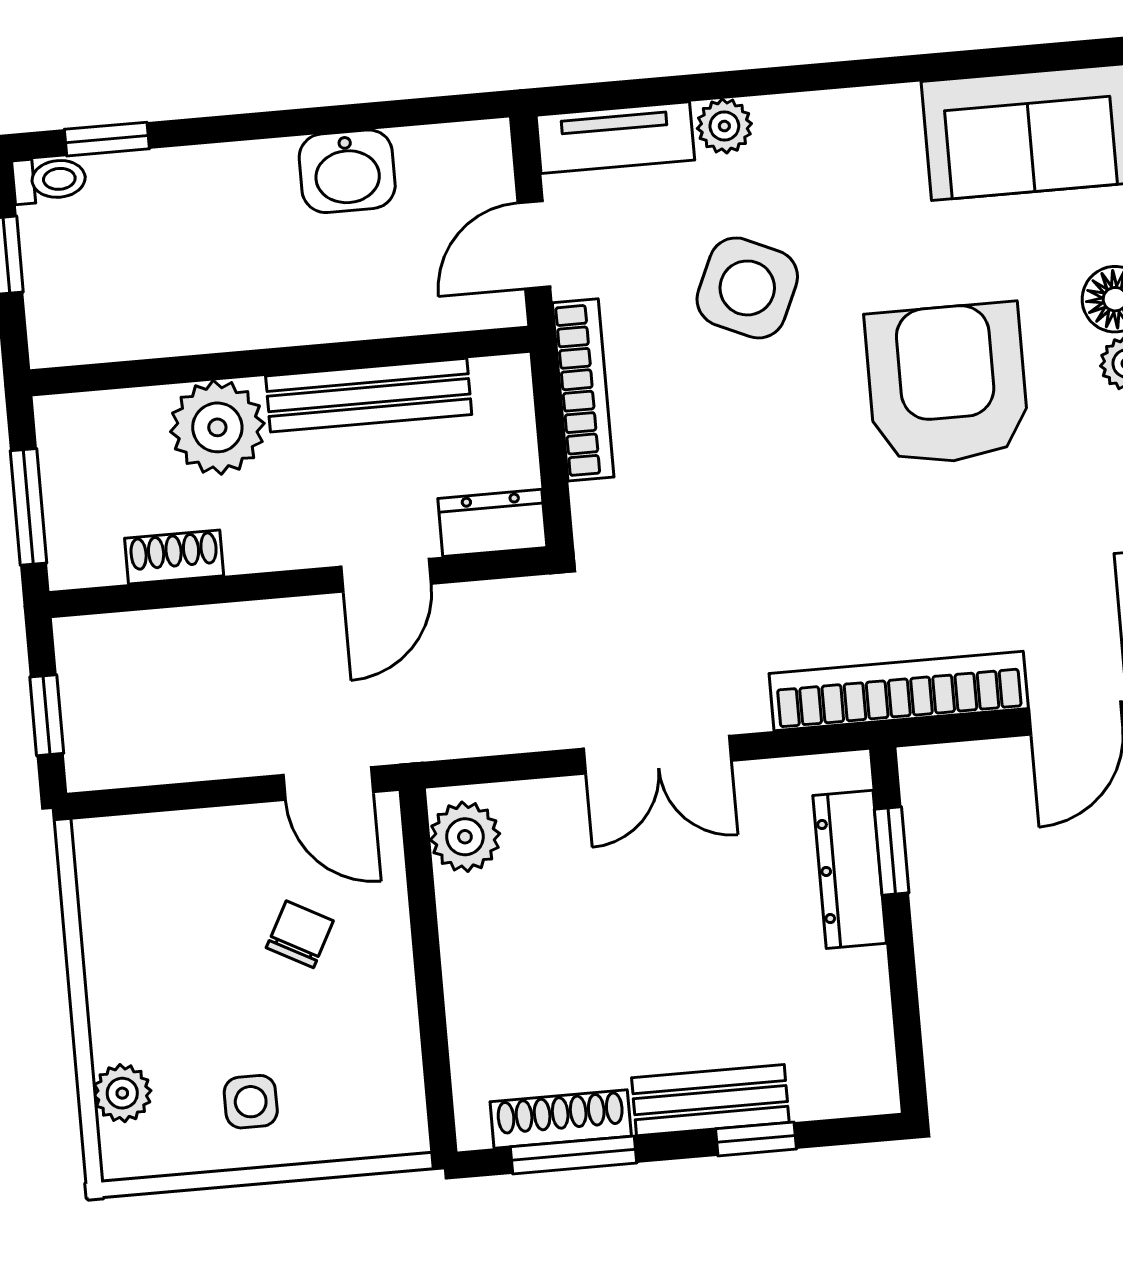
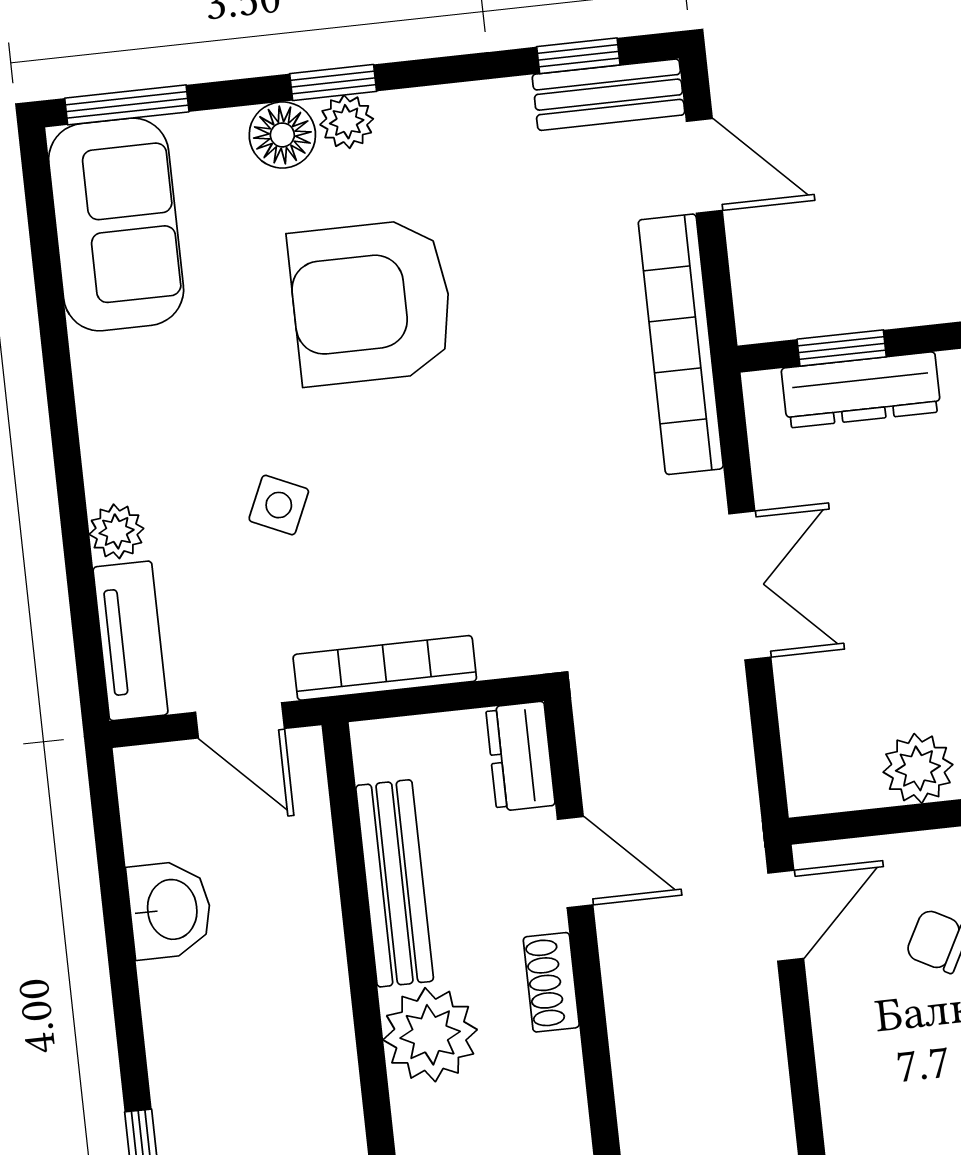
side table: (747, 288) -> (279, 505), width x0.54, depth x0.54
shoe rack: (174, 557) -> (551, 982), moved
plant: (465, 837) -> (918, 768), moved

